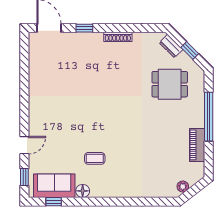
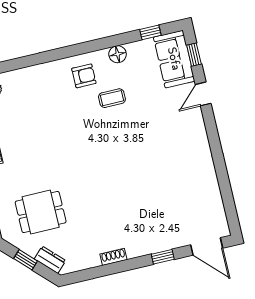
shoe rack: (118, 37) -> (113, 257), width x0.70
armchair: (112, 180) -> (84, 76), added
sofa: (54, 186) -> (174, 59), moved, turned 90

